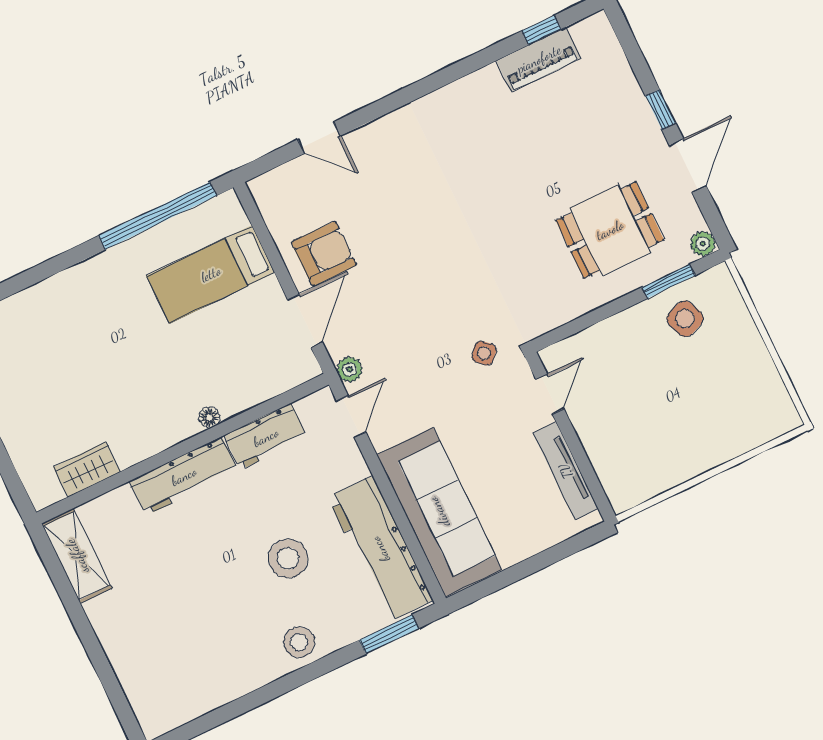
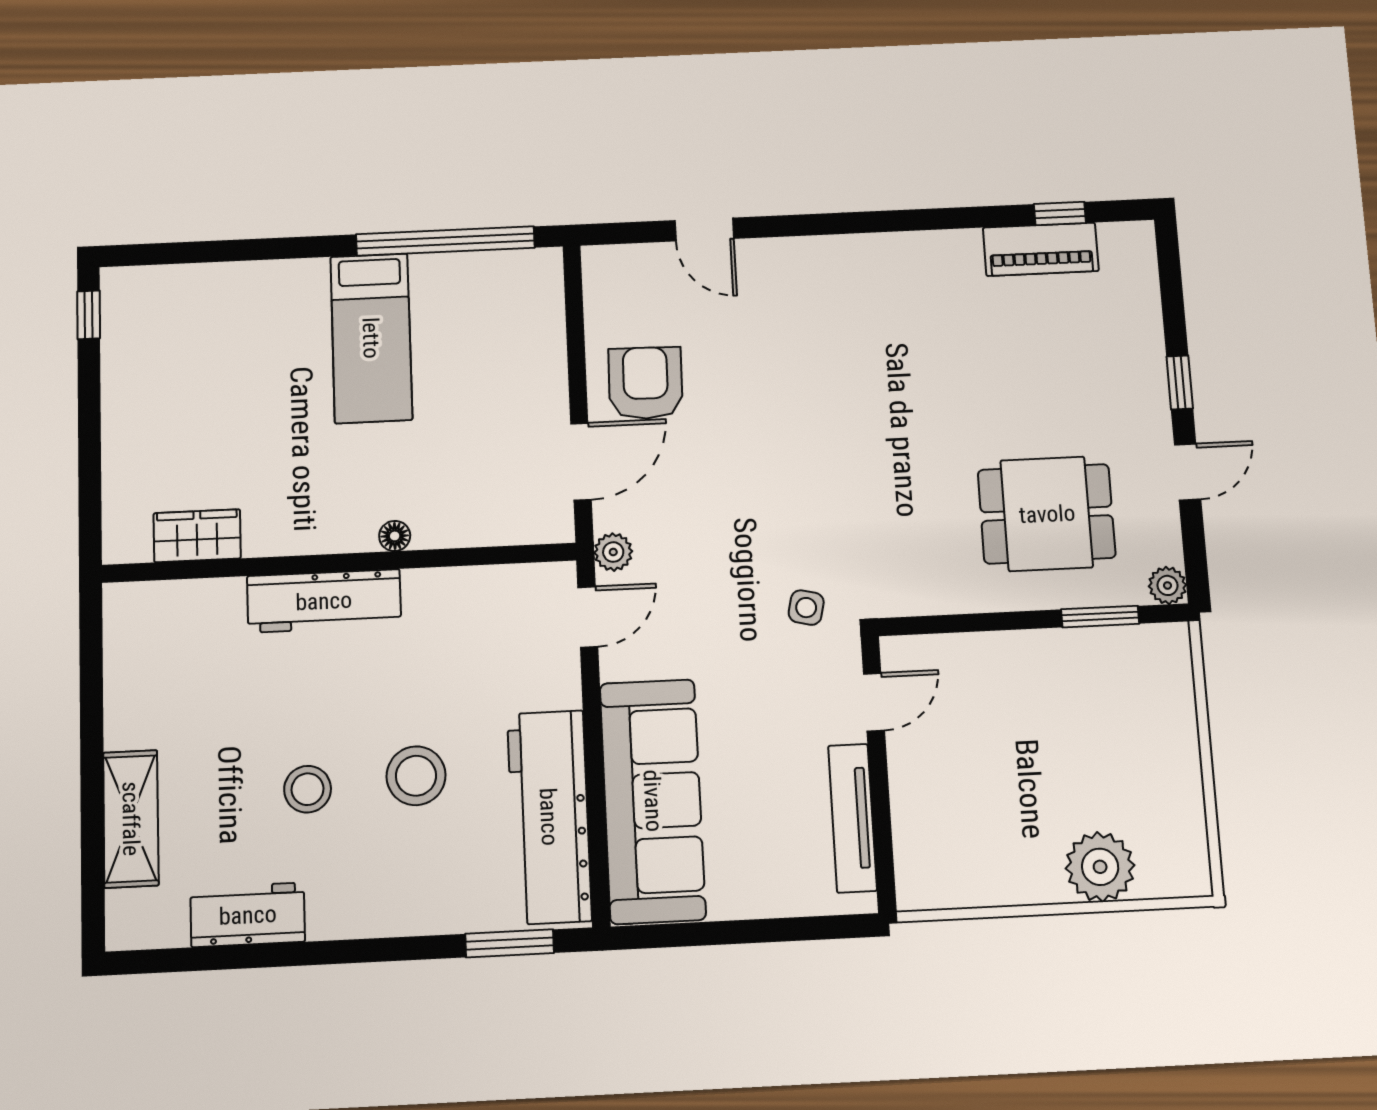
door: (688, 166) -> (1188, 472), width x0.73
armchair: (324, 254) -> (645, 383), turned -89
bed: (211, 274) -> (371, 338), moved, turned -90
side table: (685, 319) -> (1103, 677), removed
side table: (484, 353) -> (806, 608), turned -30
plant: (728, 436) -> (1100, 867), added
workbench: (266, 437) -> (248, 915), moved, turned 180
shelving: (77, 556) -> (131, 819), moved
stool: (299, 642) -> (308, 789), moved

